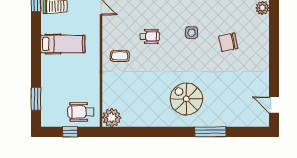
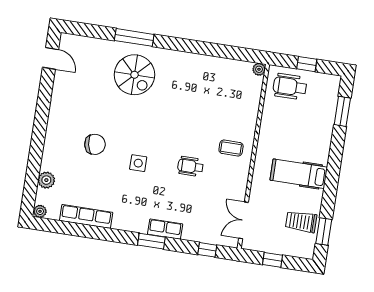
spiral stairs: (186, 99) -> (134, 75), moved
wheelchair: (81, 112) -> (290, 87), turned 180
plant: (112, 118) -> (259, 69), width x0.53, depth x0.53

